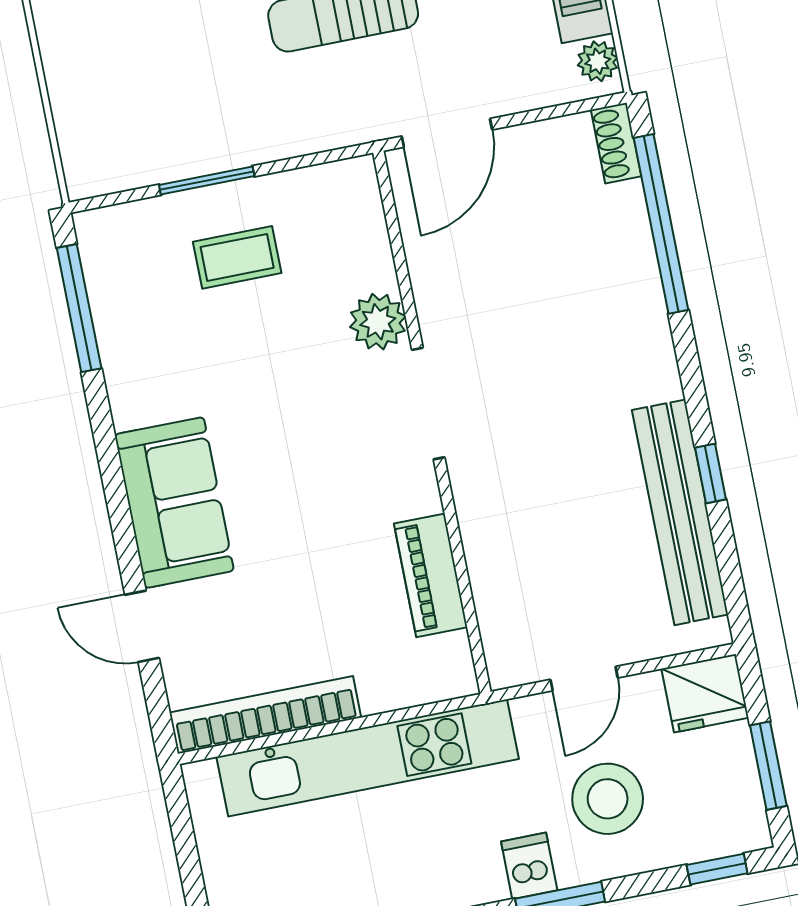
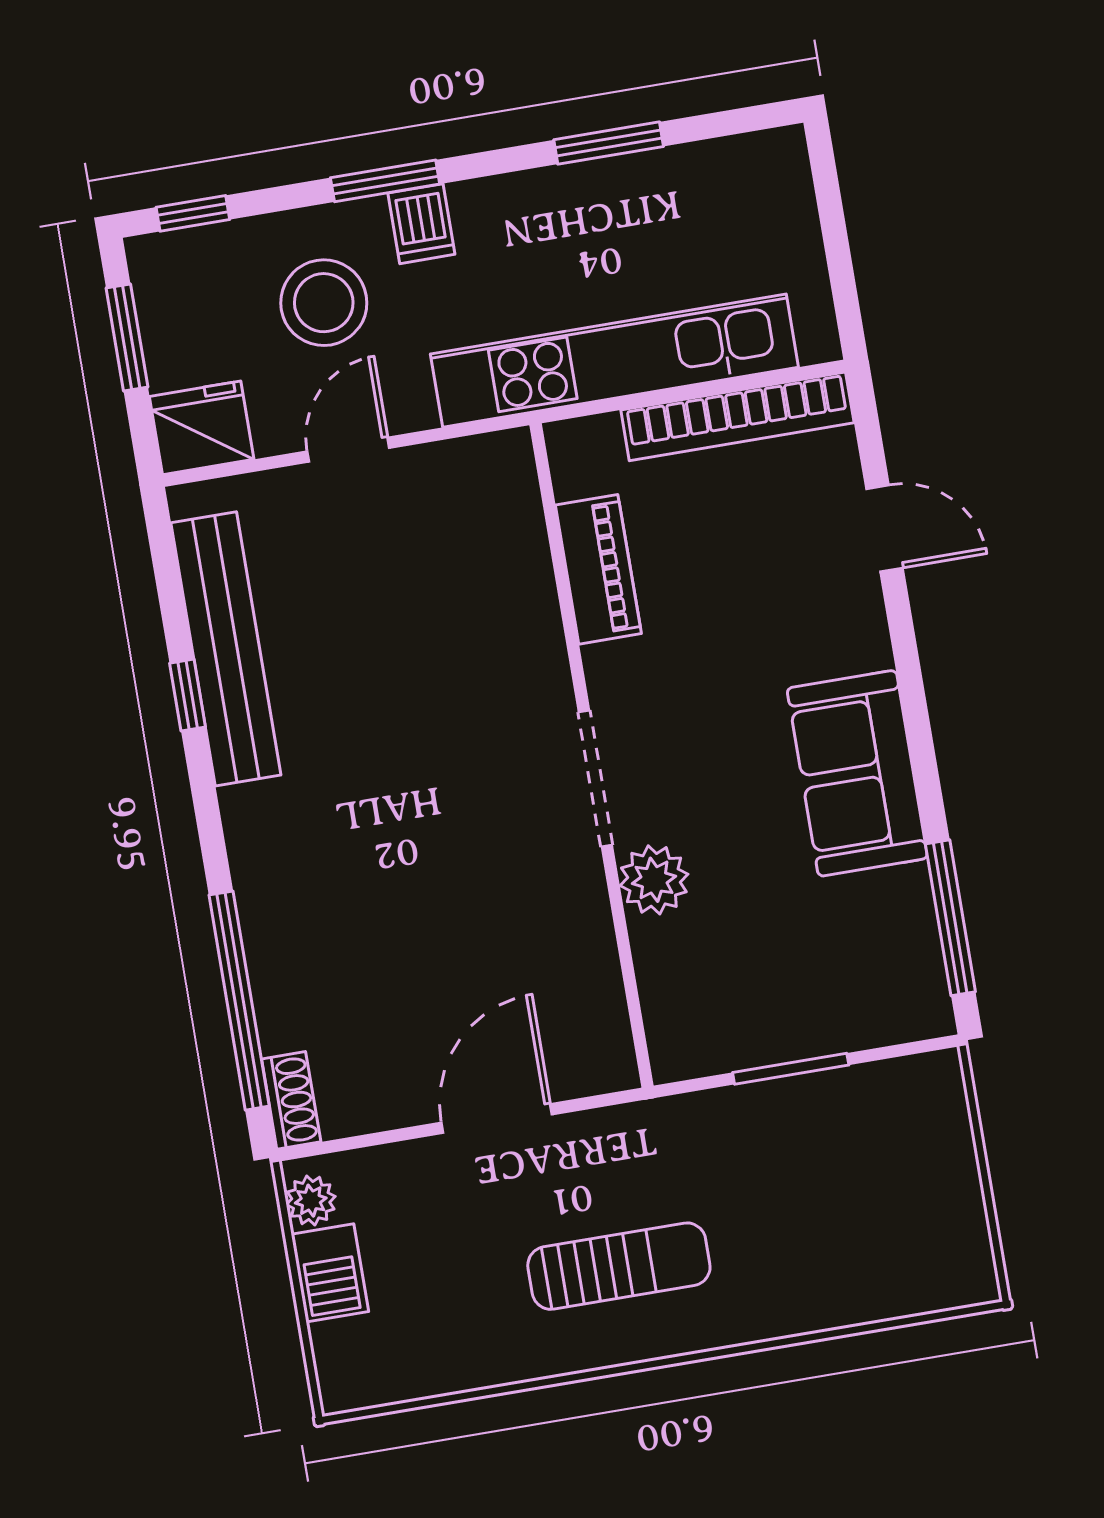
coffee table: (237, 257) -> (756, 974), removed
plant: (378, 322) -> (654, 880), moved
doorway: (428, 403) -> (595, 779), moved
wall: (432, 422) -> (592, 755), moved
sofa: (174, 503) -> (857, 773), moved
piano: (431, 575) -> (598, 569), moved

